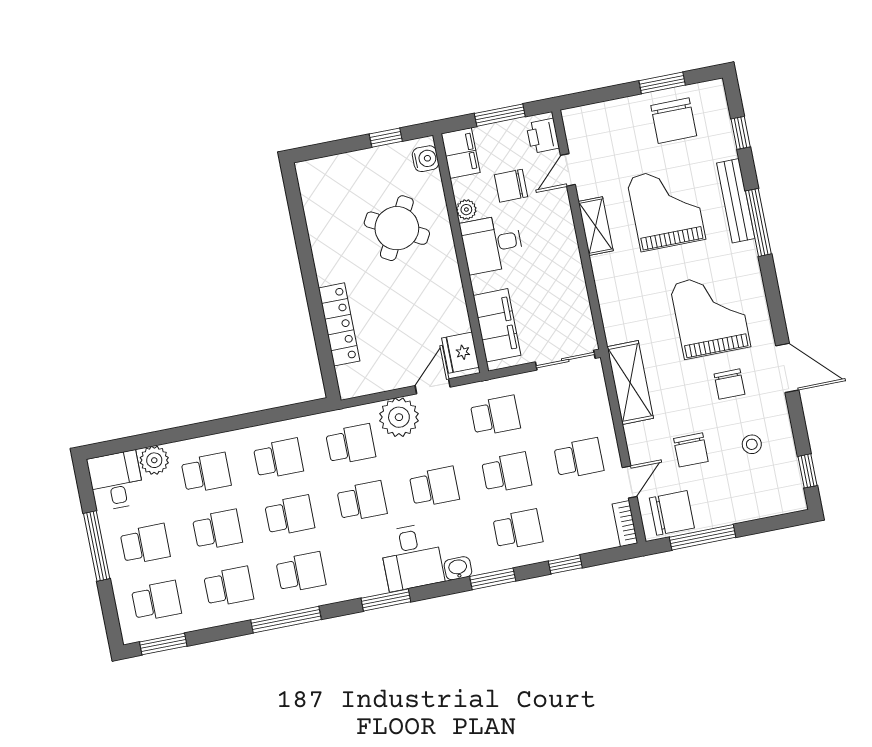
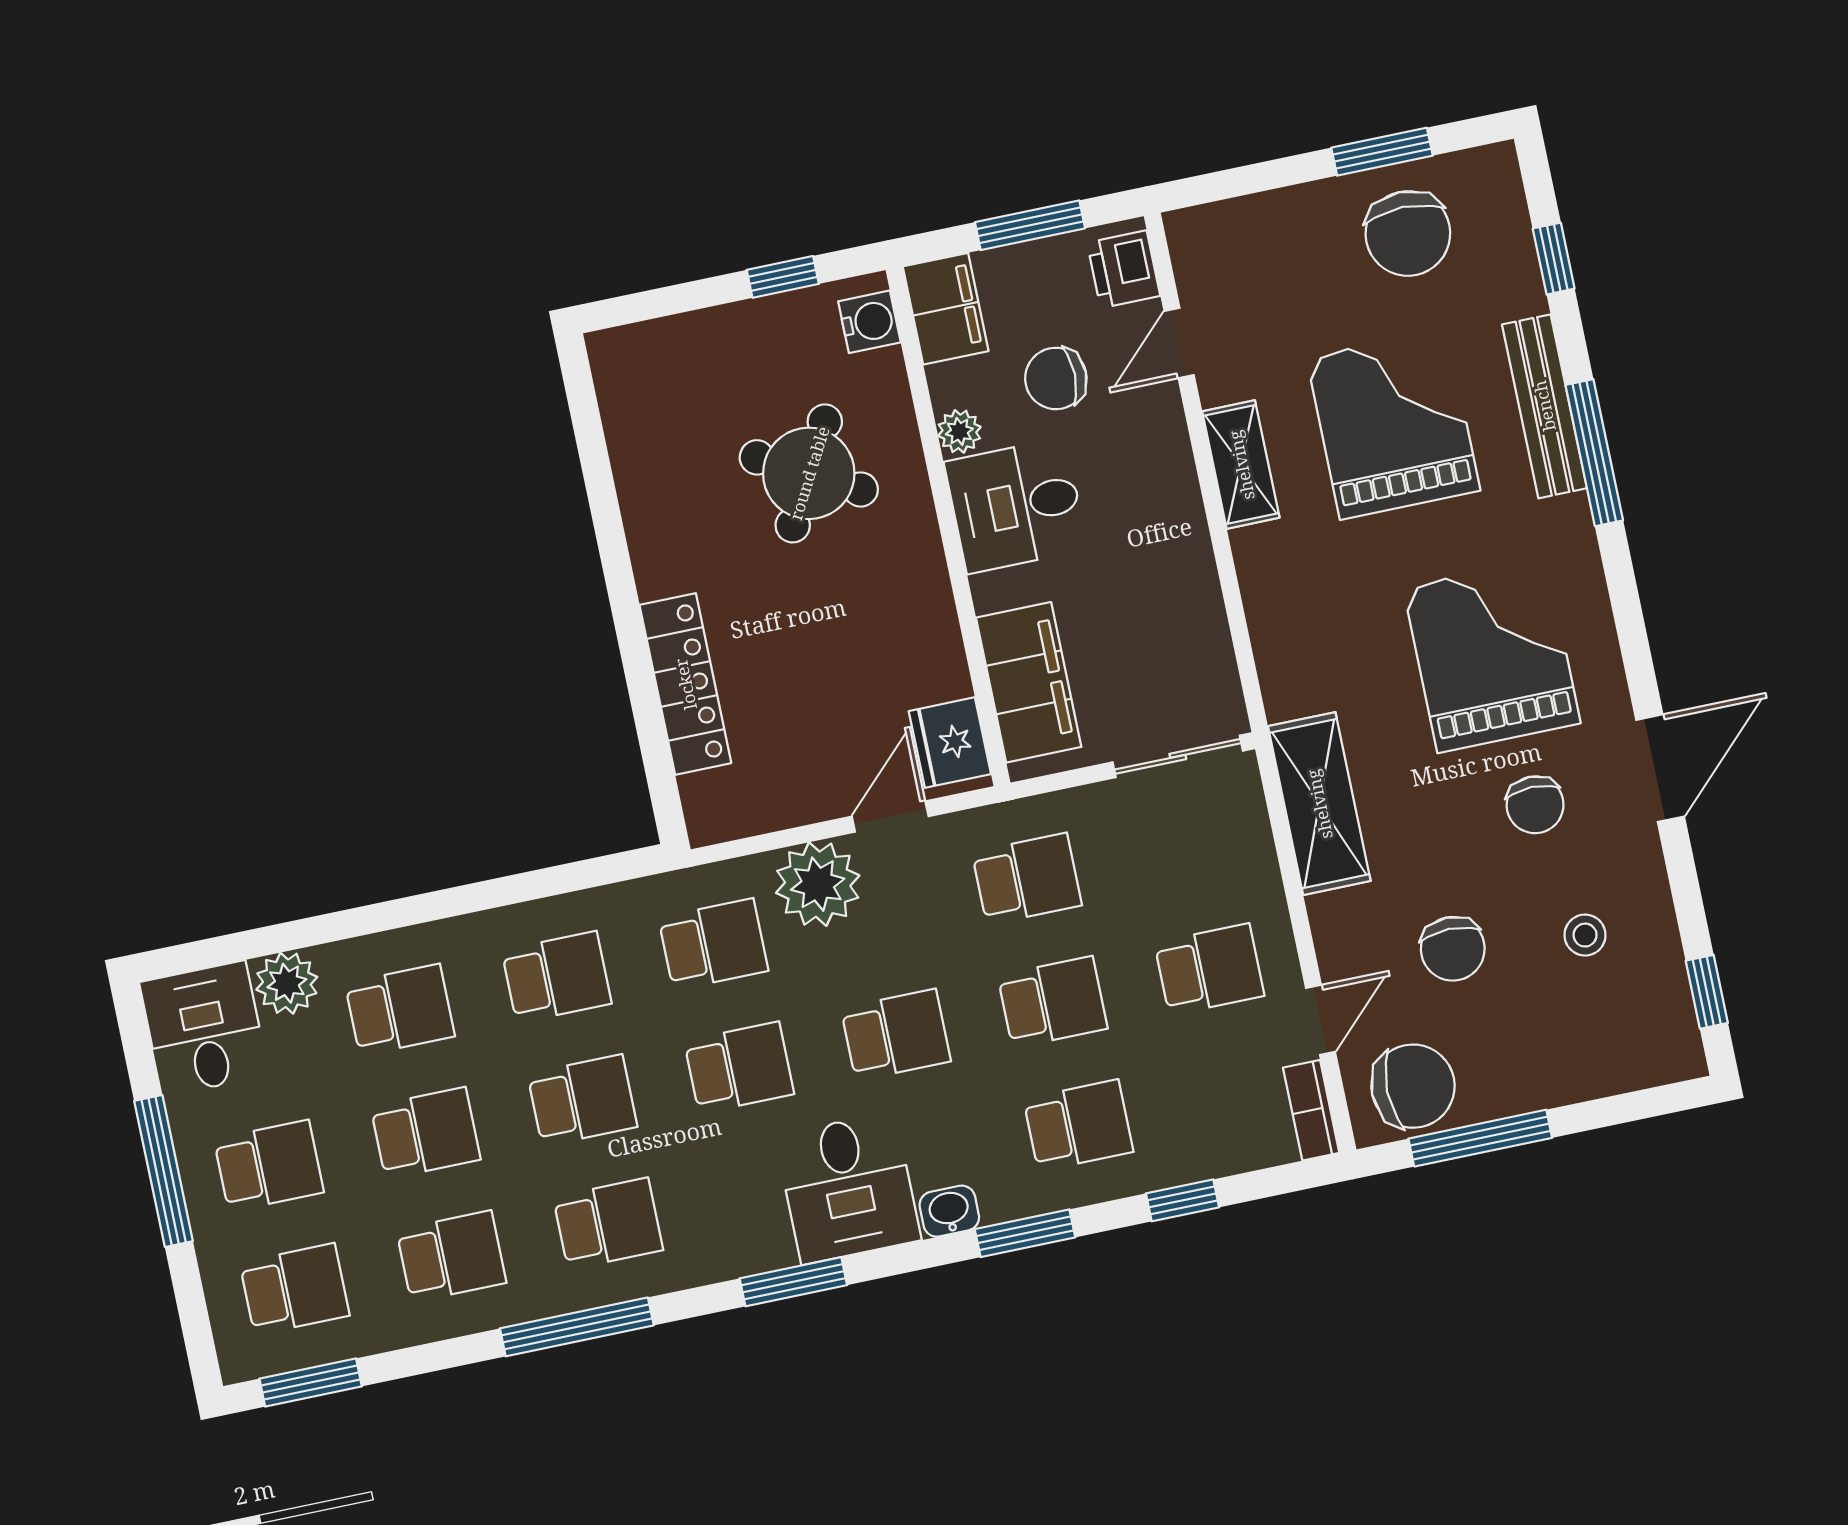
door: (787, 368) -> (1660, 768), hinge flipped

